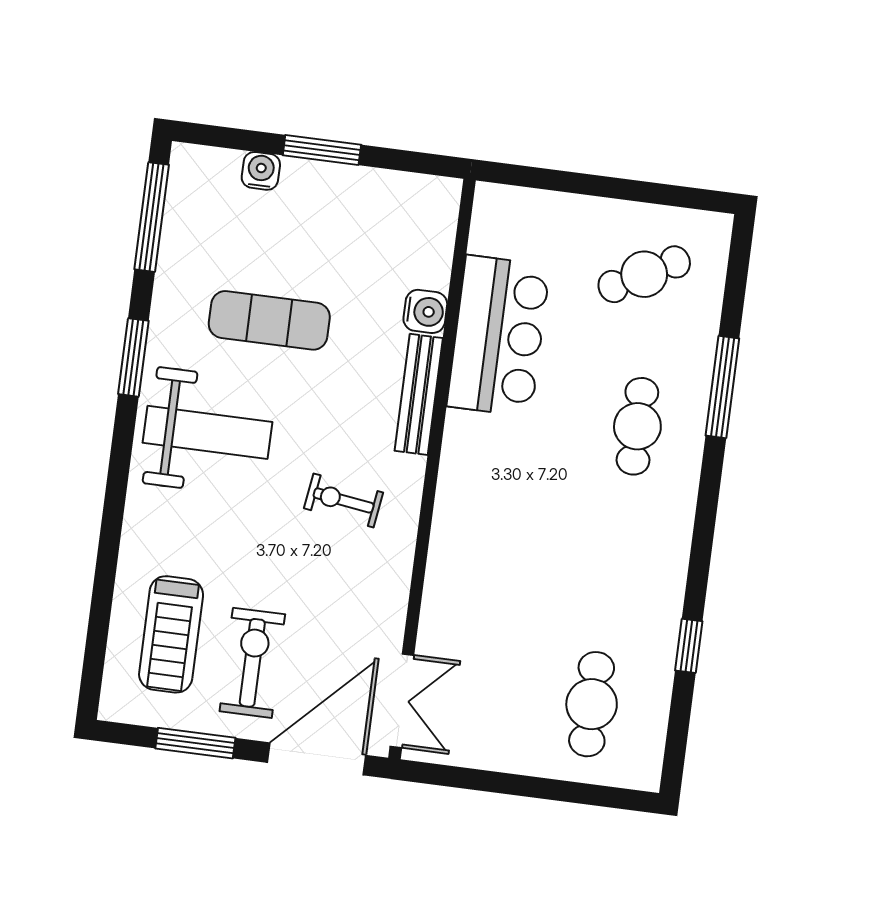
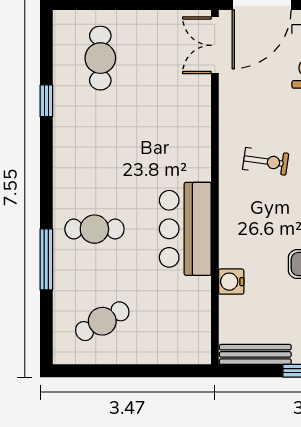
bar counter: (498, 336) -> (185, 229), moved
bench: (419, 394) -> (255, 354), moved, turned 90
cafe table: (637, 426) -> (94, 229), turned 90

